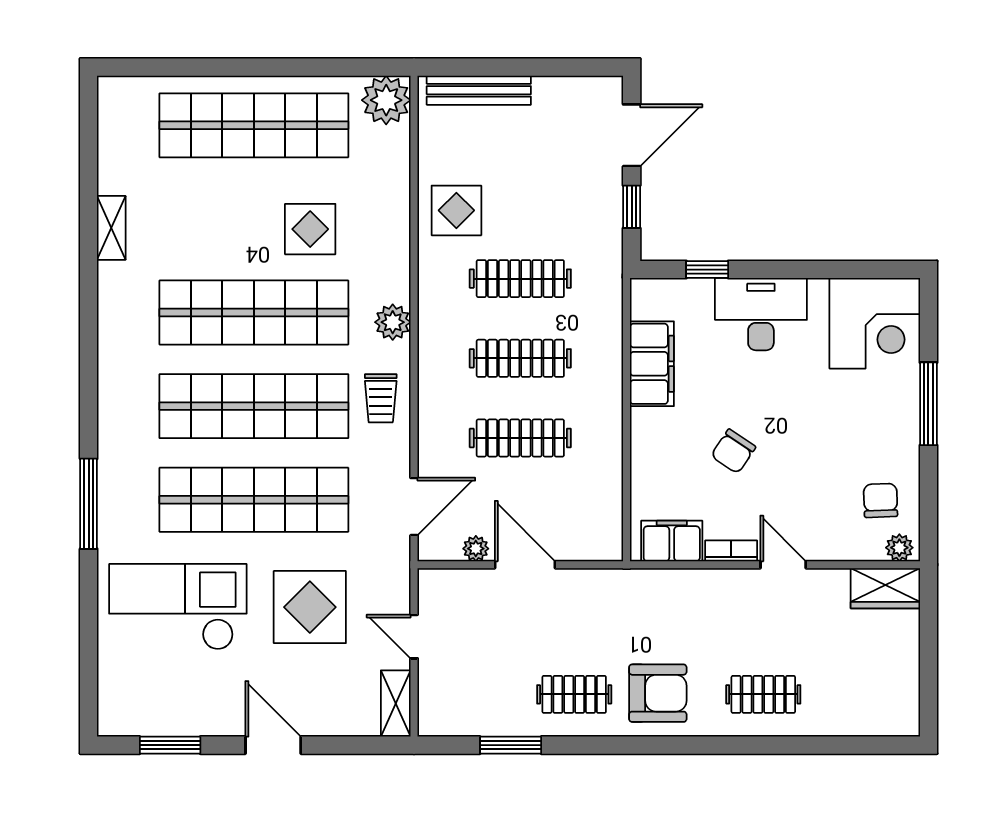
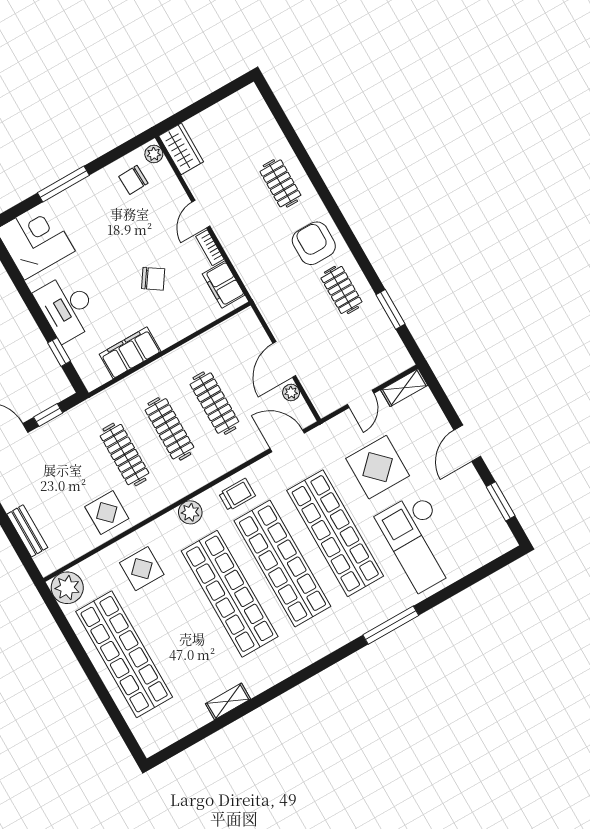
bench: (479, 90) -> (27, 531), width x0.73
display table: (310, 229) -> (142, 569), moved

